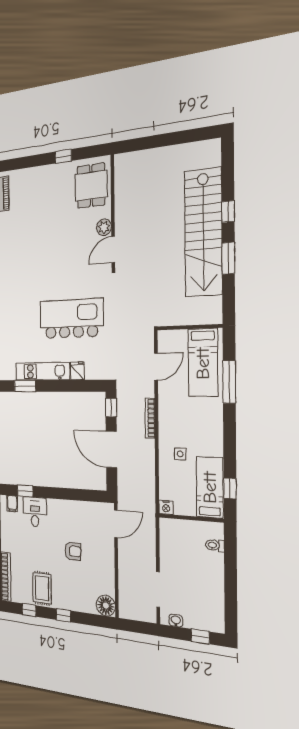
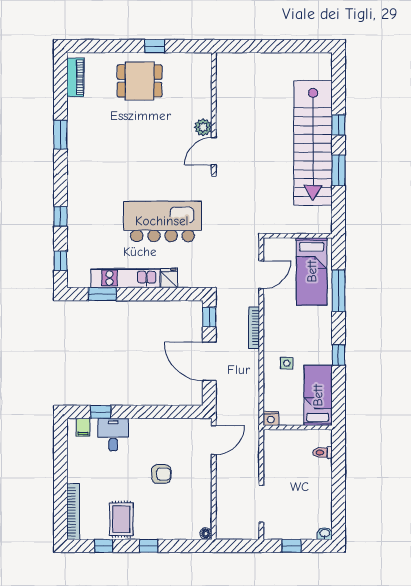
dining table: (91, 186) -> (140, 81), moved, turned 90
window: (230, 488) -> (338, 355), moved
floor lamp: (106, 606) -> (206, 534), width x0.53, depth x0.53
washbasin: (176, 621) -> (325, 534), moved
window: (200, 636) -> (291, 546), moved

